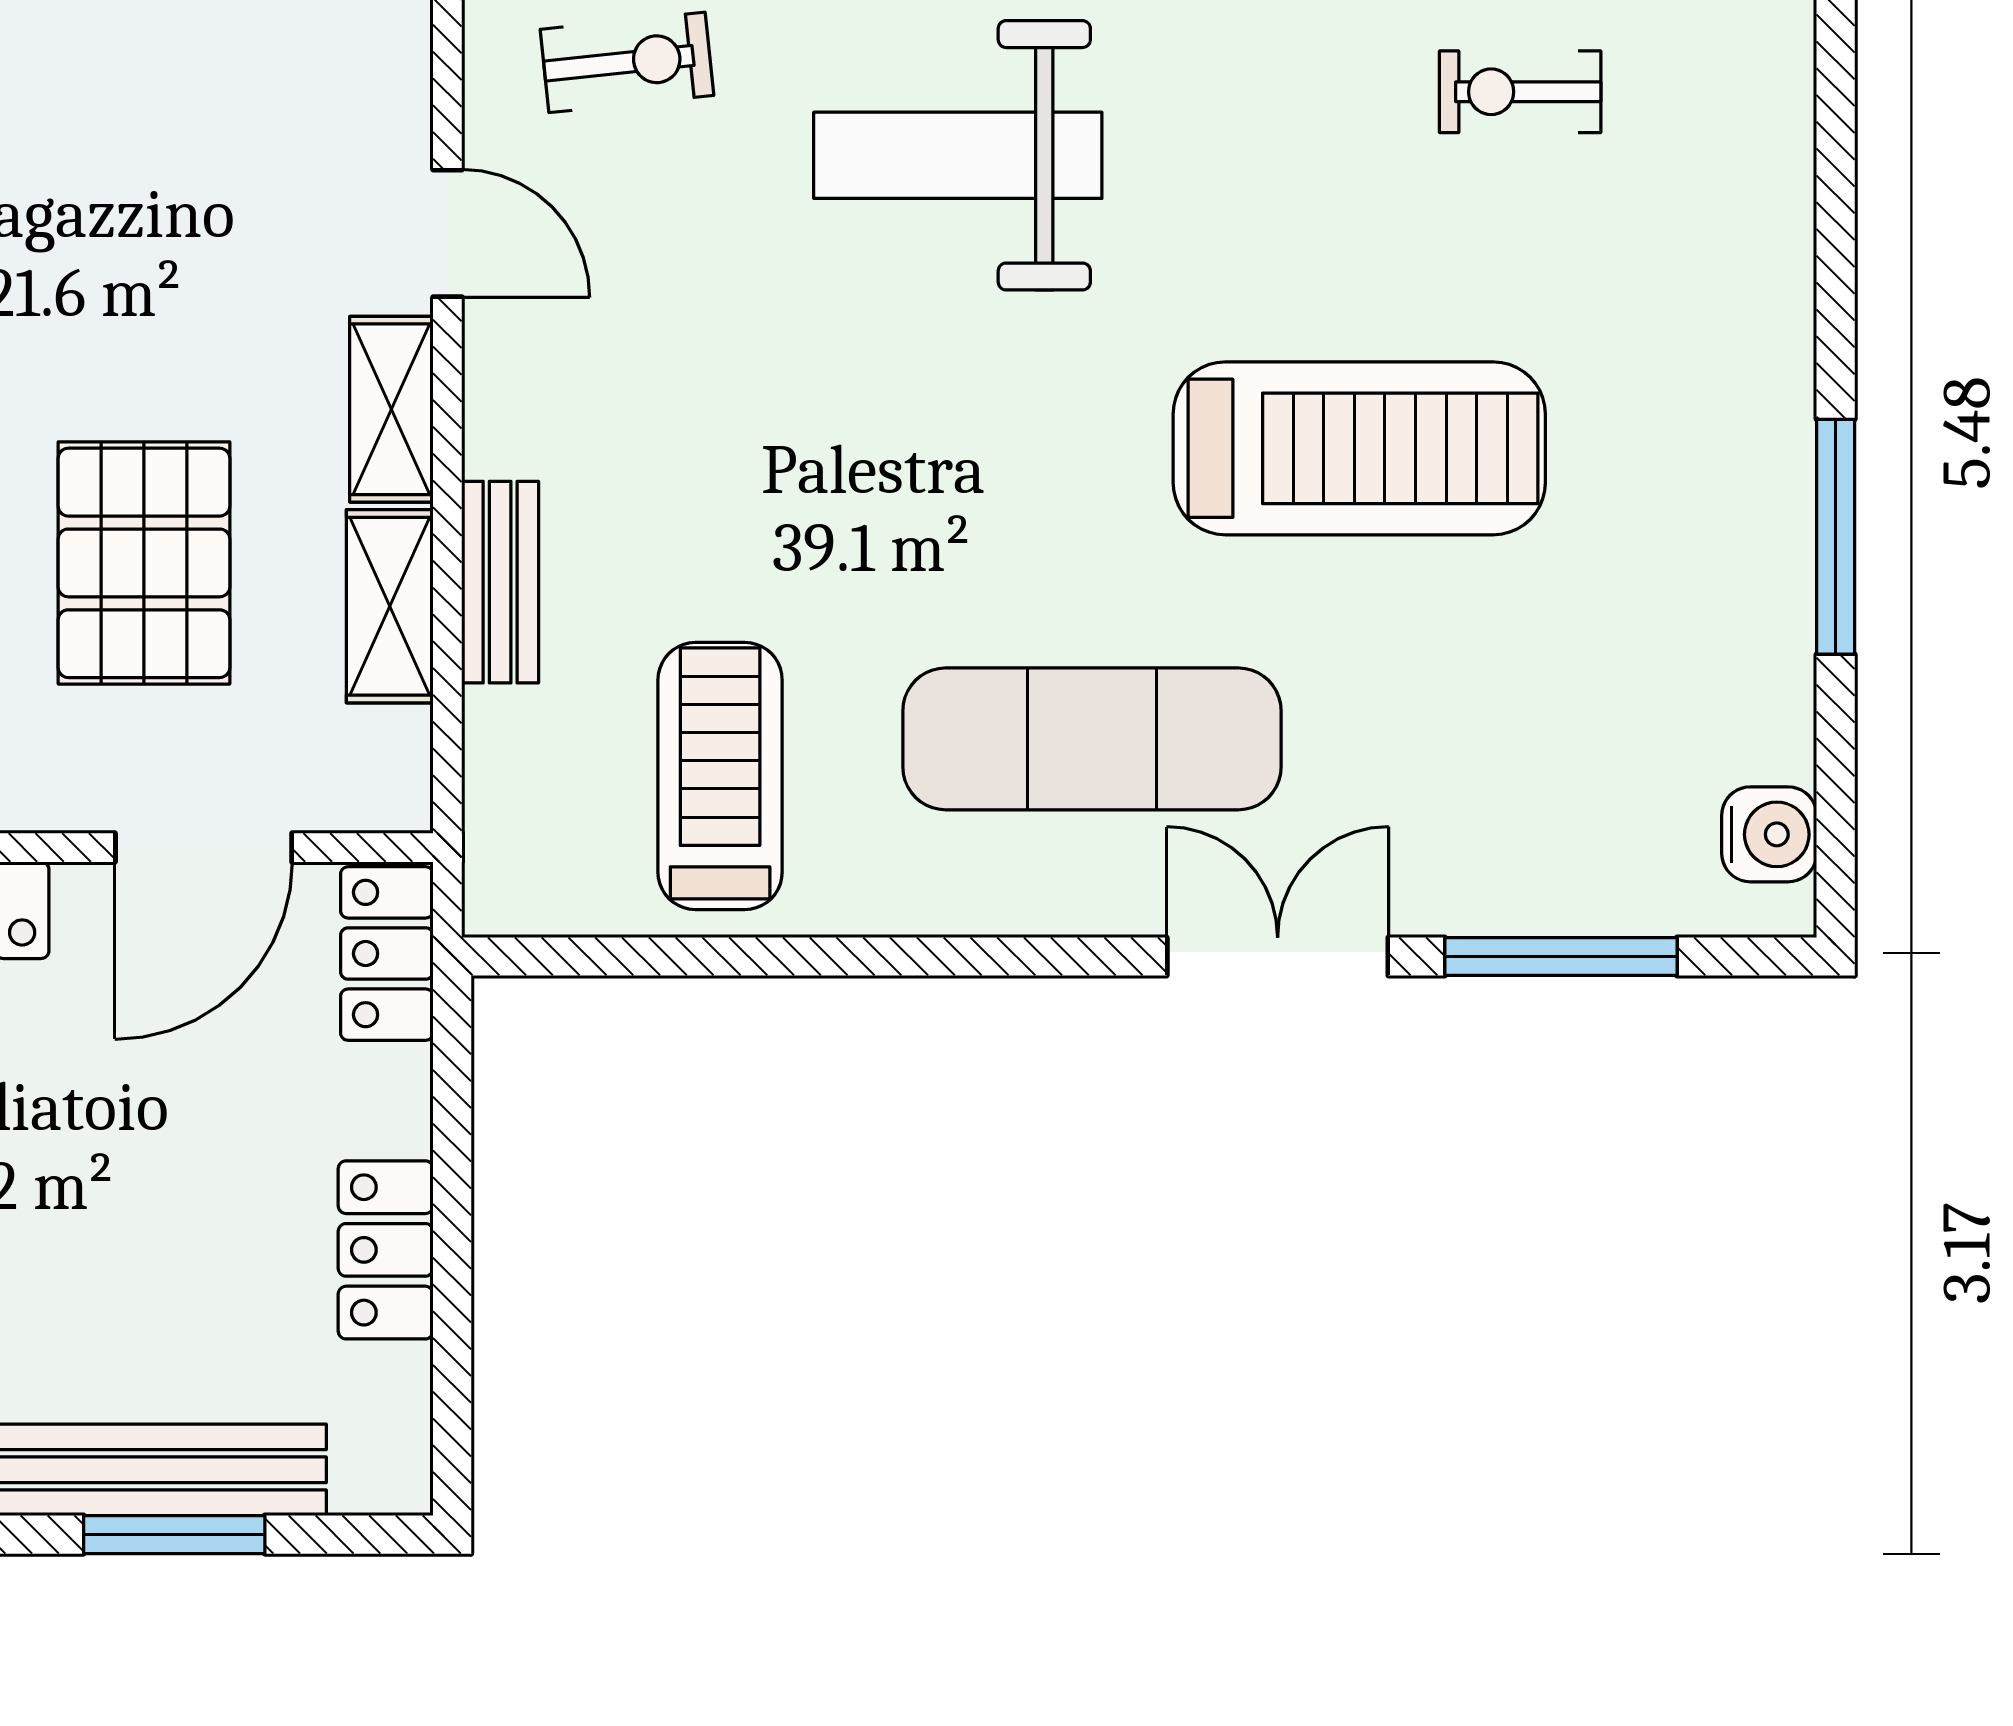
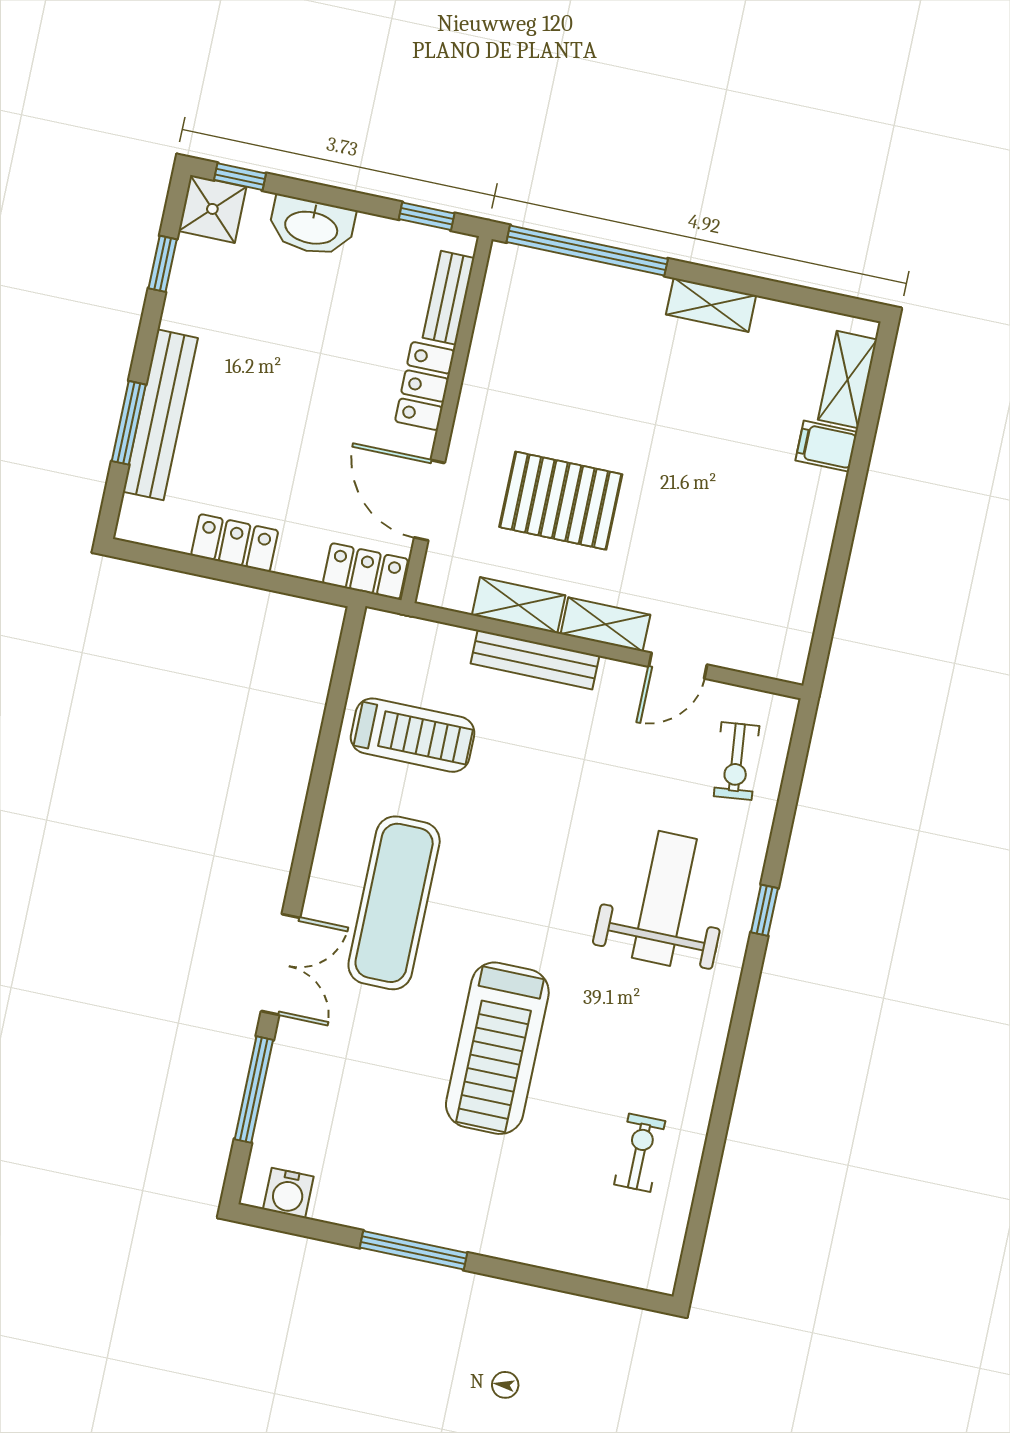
bench: (500, 582) -> (535, 660), width x1.36

